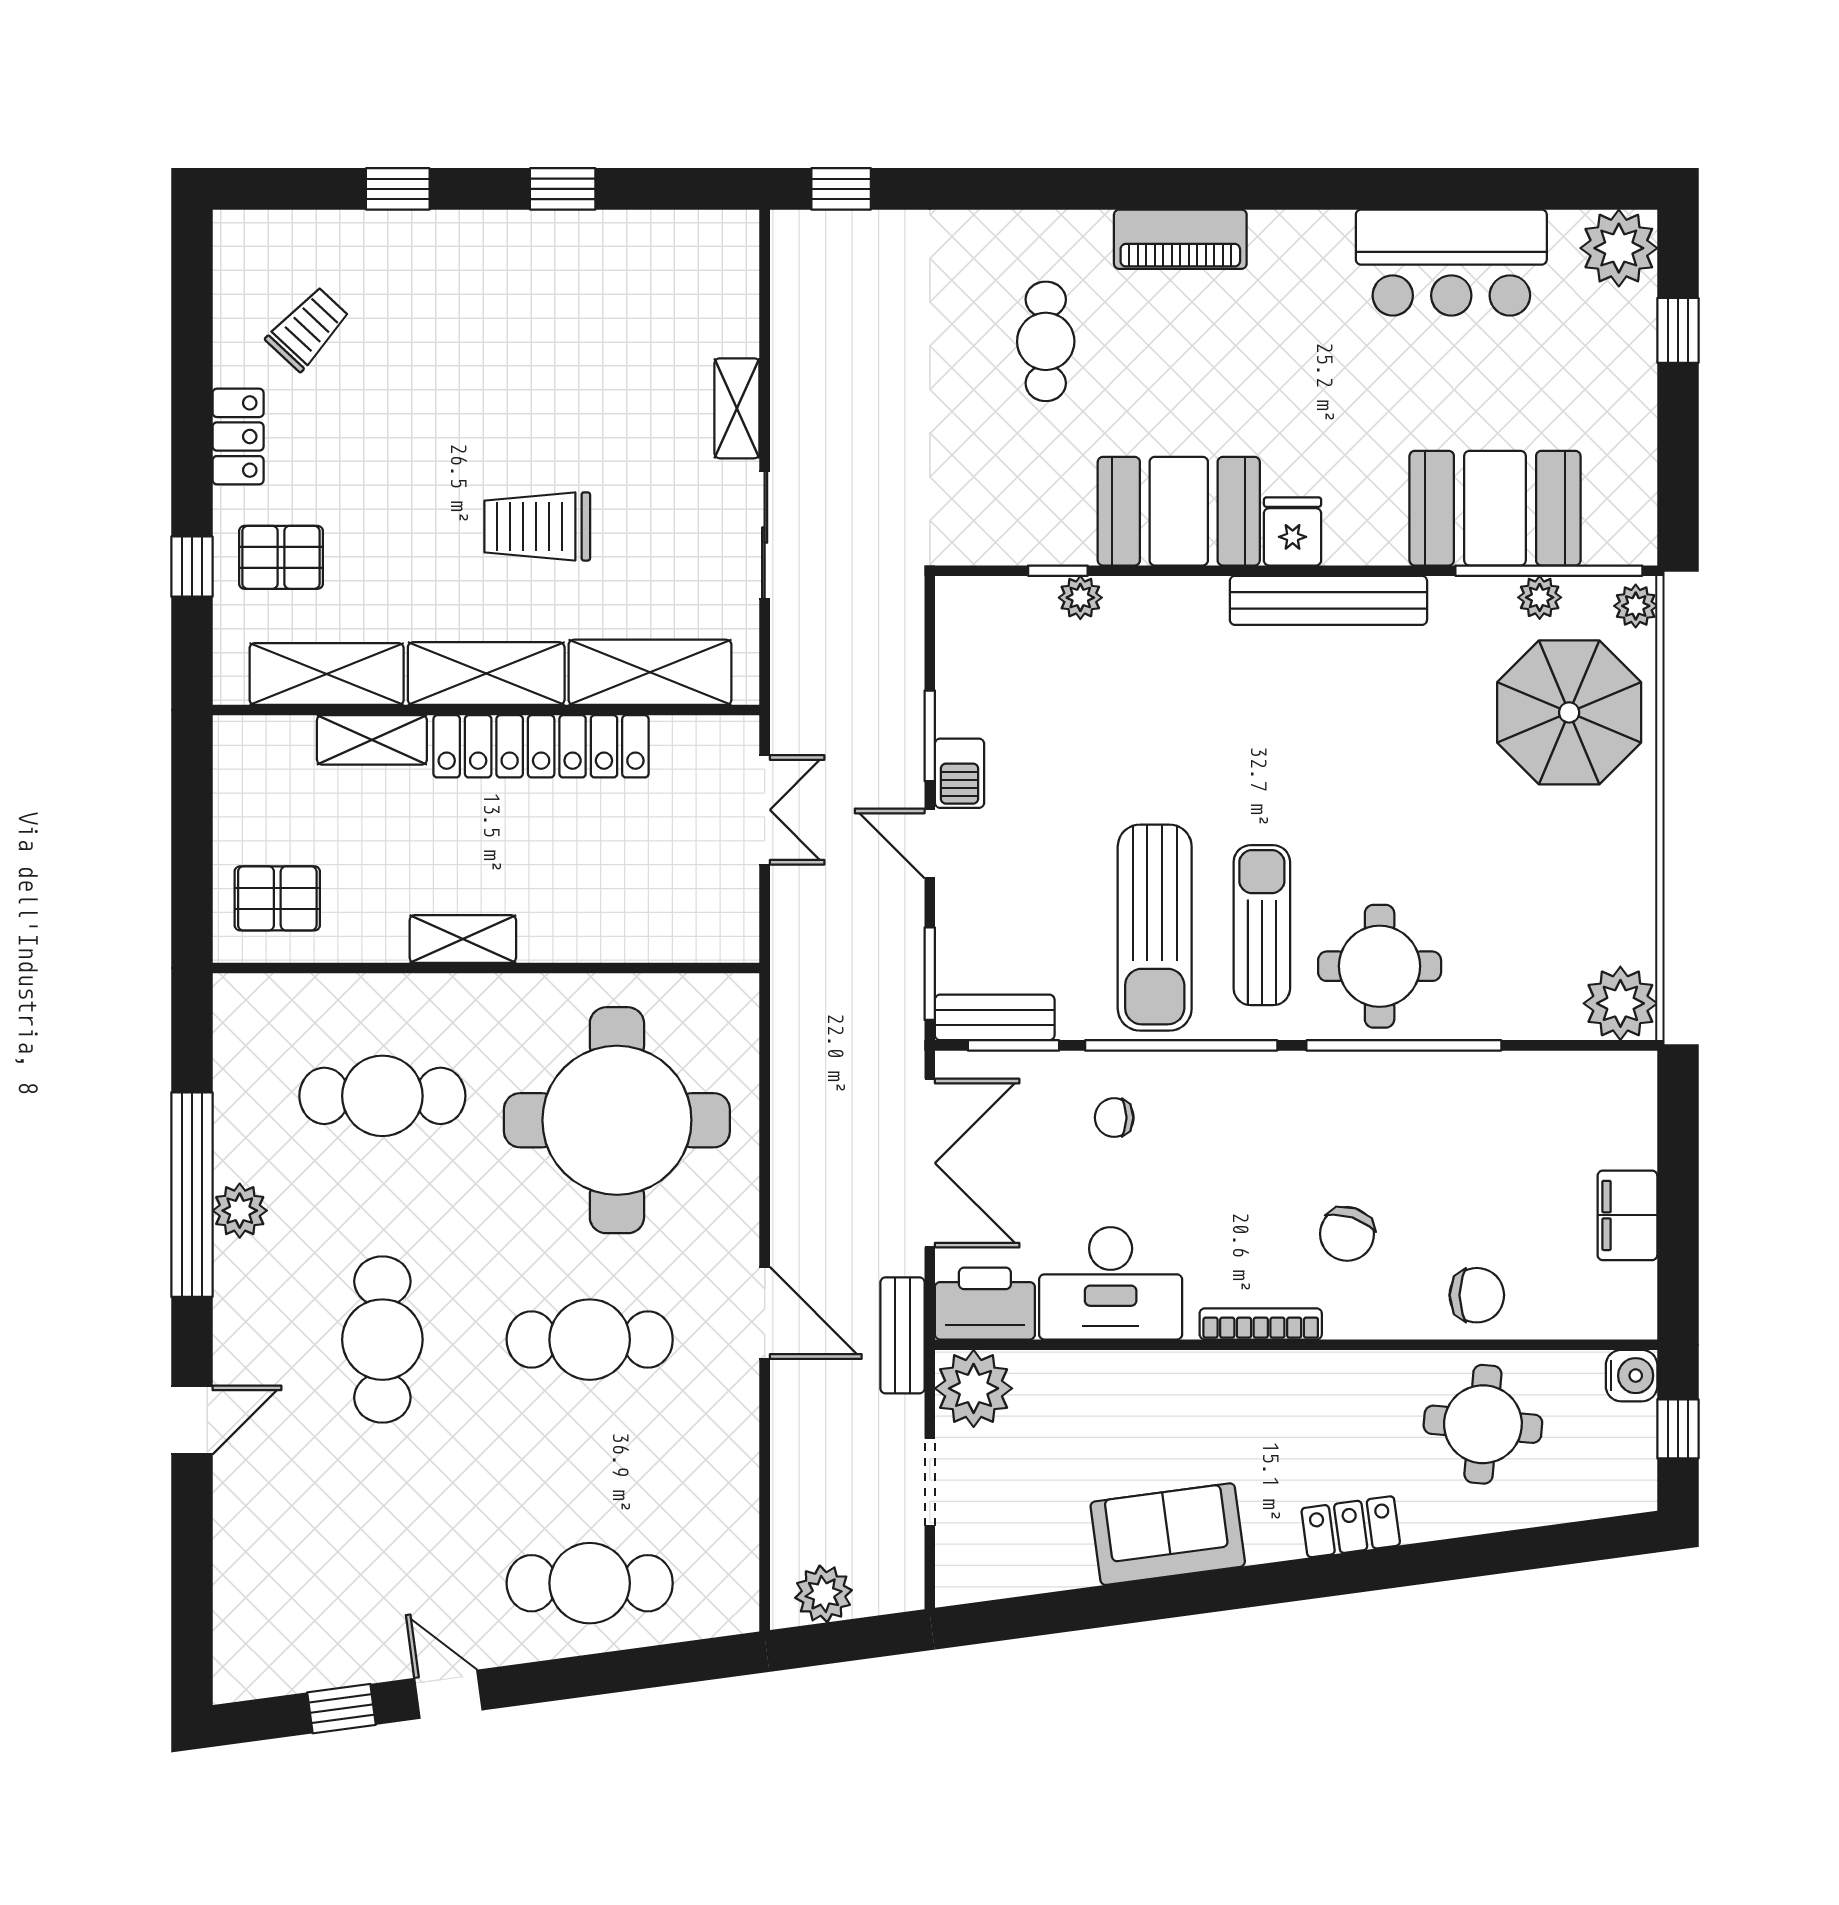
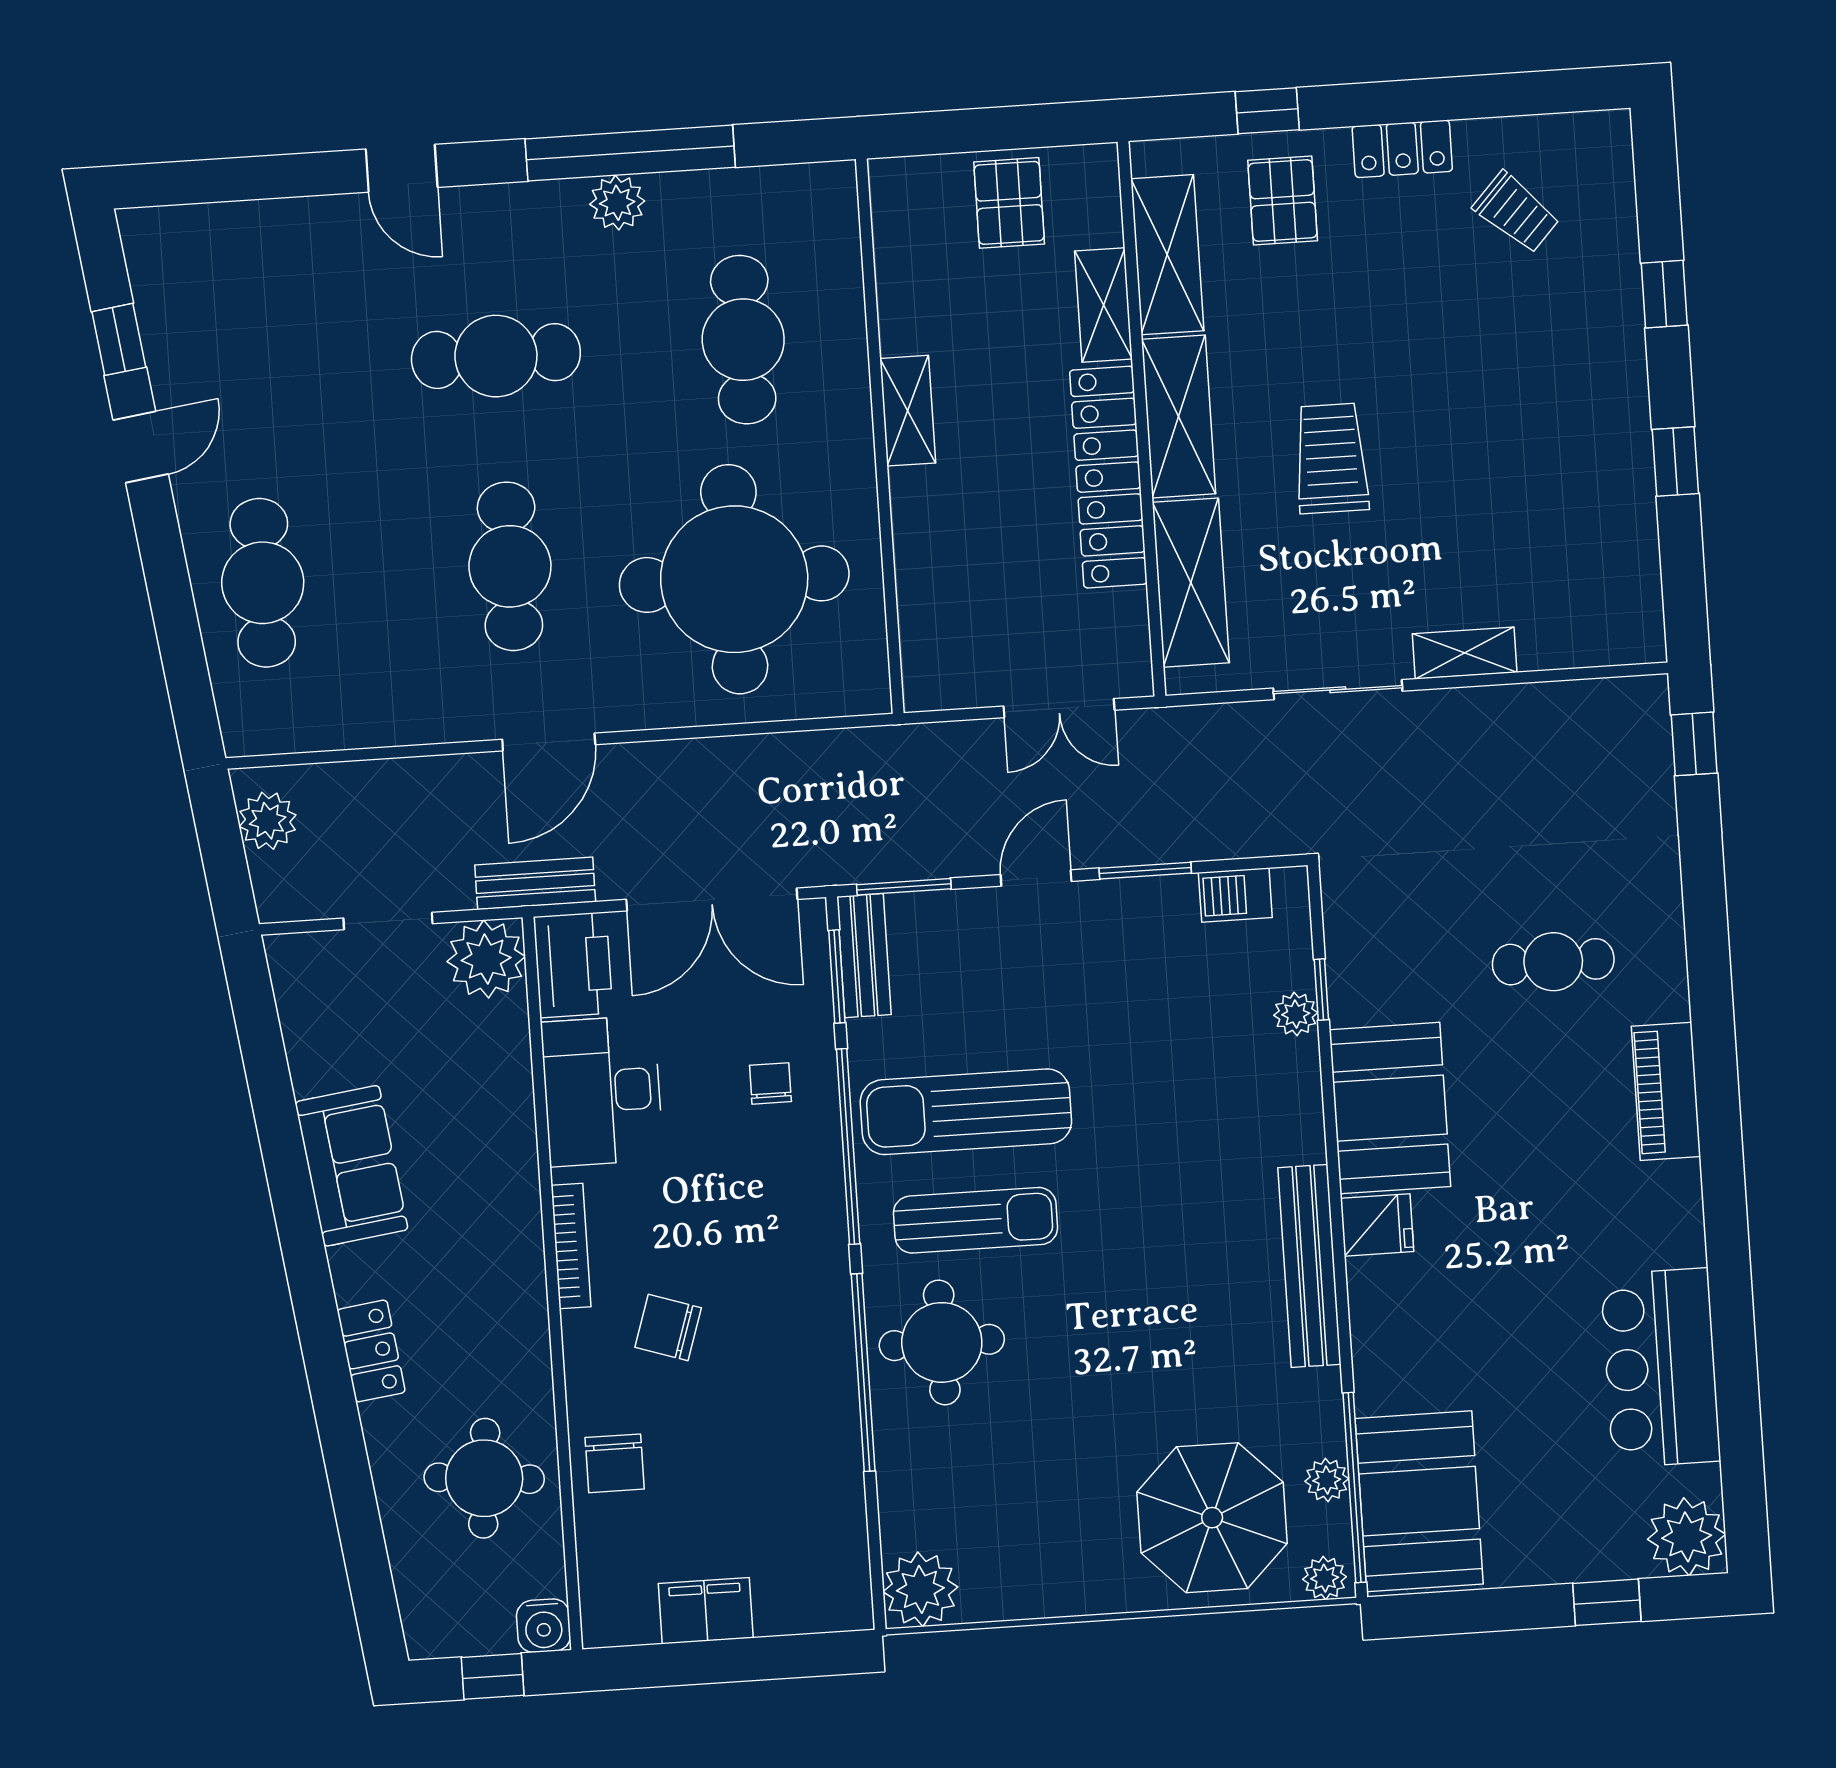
booth: (1495, 508) -> (1419, 1501), moved
barbecue: (960, 773) -> (1235, 895), moved
pallet: (277, 898) -> (1009, 203), moved

